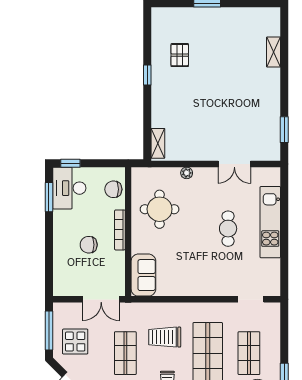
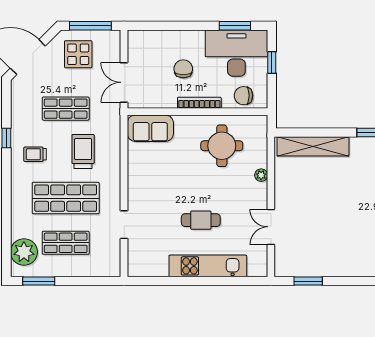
shelving: (158, 143) -> (313, 146), width x2.20, depth x1.33
window: (70, 163) -> (272, 62), moved
desk: (69, 188) -> (236, 53), width x1.36, depth x1.30
chair: (113, 189) -> (243, 96), turned -90
doorway: (251, 299) -> (124, 225), moved

